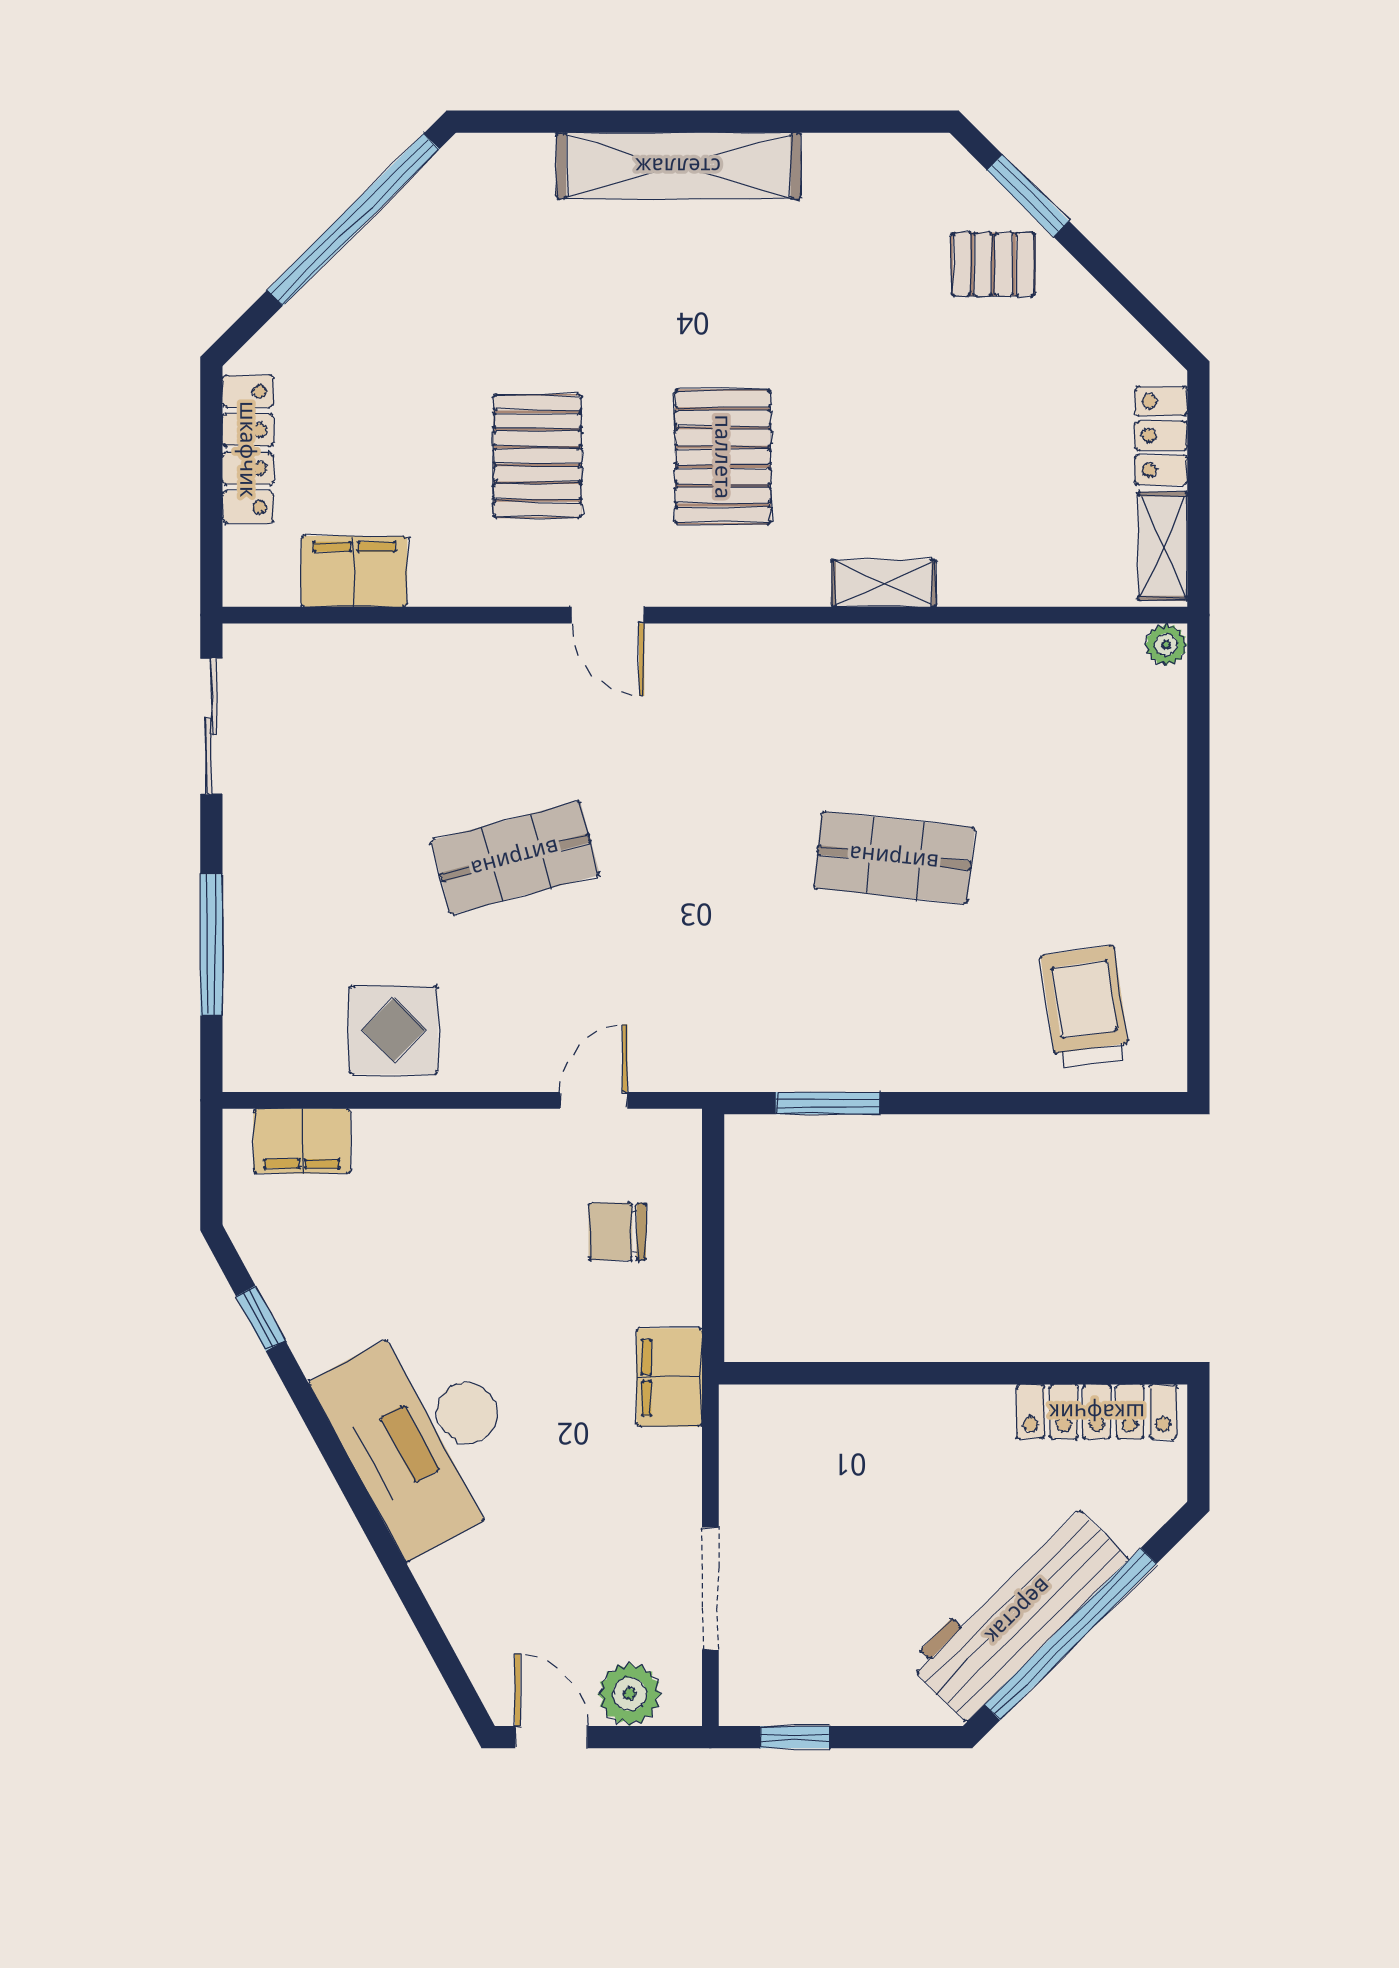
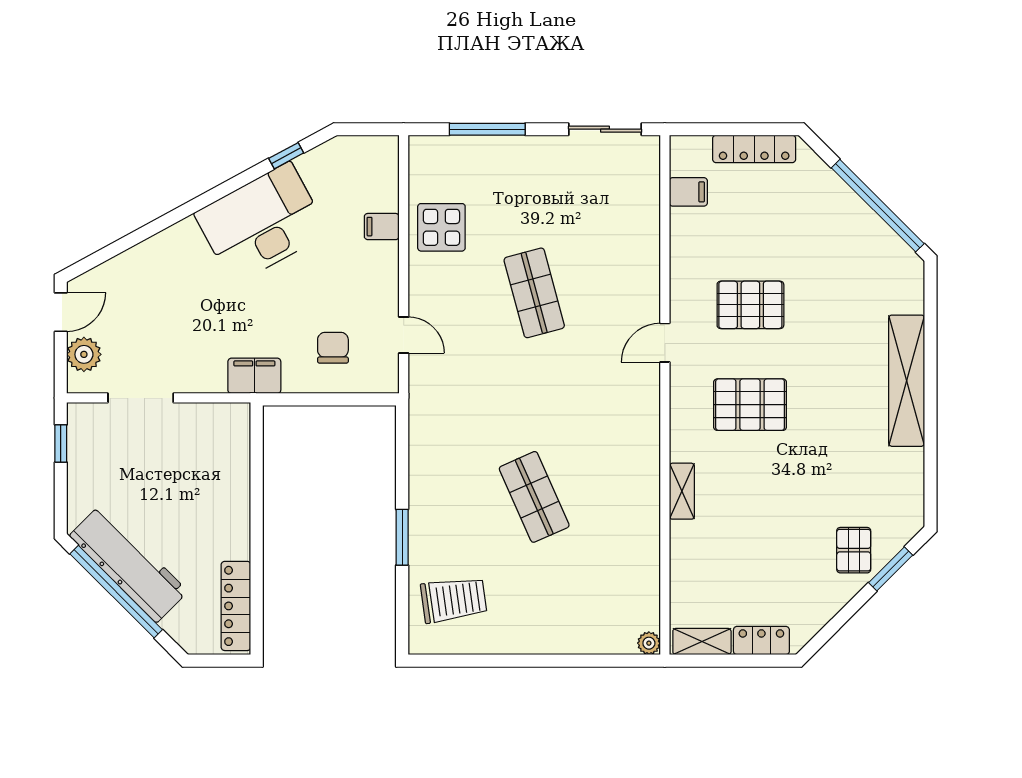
filing cabinet: (354, 571) -> (688, 192), width x0.50
shop shelf: (894, 858) -> (534, 497), turned -30
window: (828, 1103) -> (402, 537), moved
filing cabinet: (302, 1141) -> (382, 227), moved, width x0.50
desk: (425, 1436) -> (261, 223), moved

